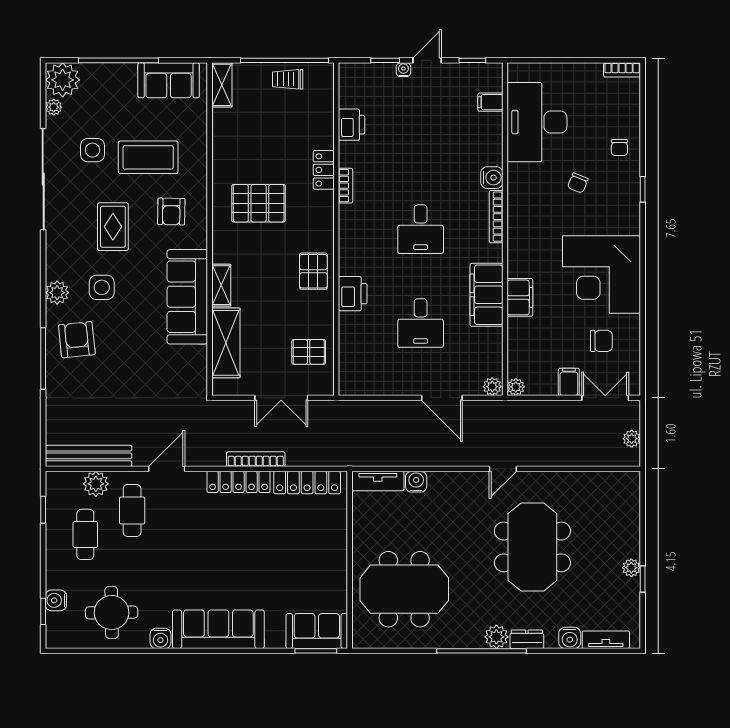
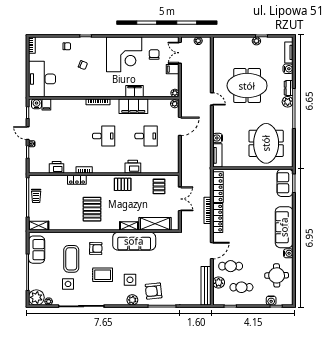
desk: (537, 122) -> (42, 79), moved, turned 90
water cooler: (492, 178) -> (36, 104), moved
door: (167, 469) -> (212, 251), swing flipped

